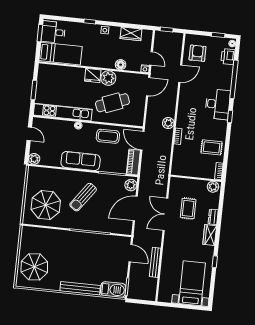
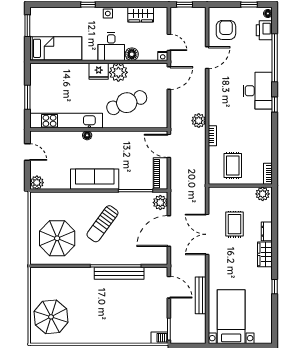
desk: (53, 32) -> (111, 47), moved, turned -90
coffee table: (108, 136) -> (125, 145), removed
rug: (212, 147) -> (233, 165), moved, turned 90
bed with nightstands: (192, 283) -> (231, 317), moved
bench: (80, 288) -> (119, 273), moved
barbecue: (113, 290) -> (159, 338), width x0.53, depth x0.65

